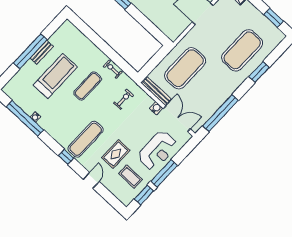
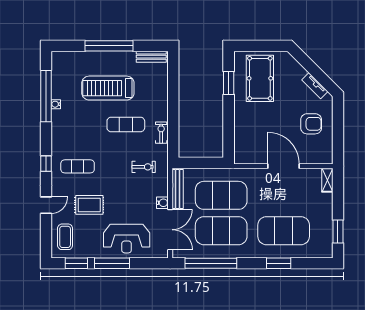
bench: (42, 52) -> (151, 57), moved
treadmill: (55, 76) -> (108, 88), turned 180
exercise mat: (207, 88) -> (221, 231), added
exercise mat: (86, 139) -> (78, 166), width x0.73, depth x0.69
coffee table: (131, 177) -> (65, 237), moved

